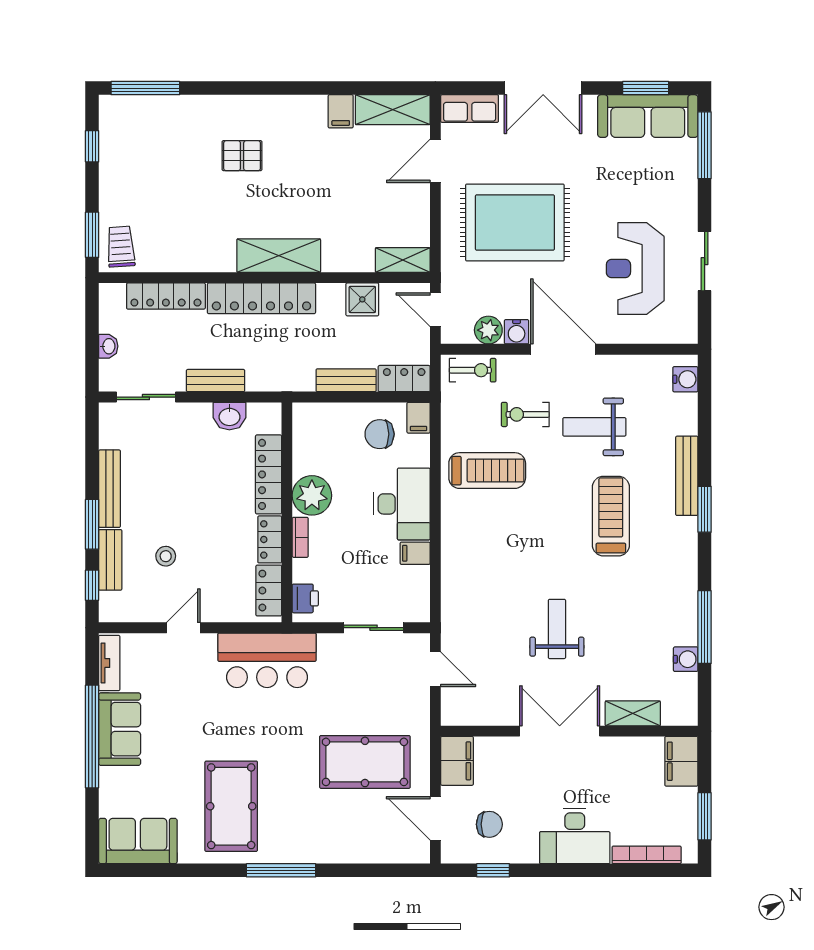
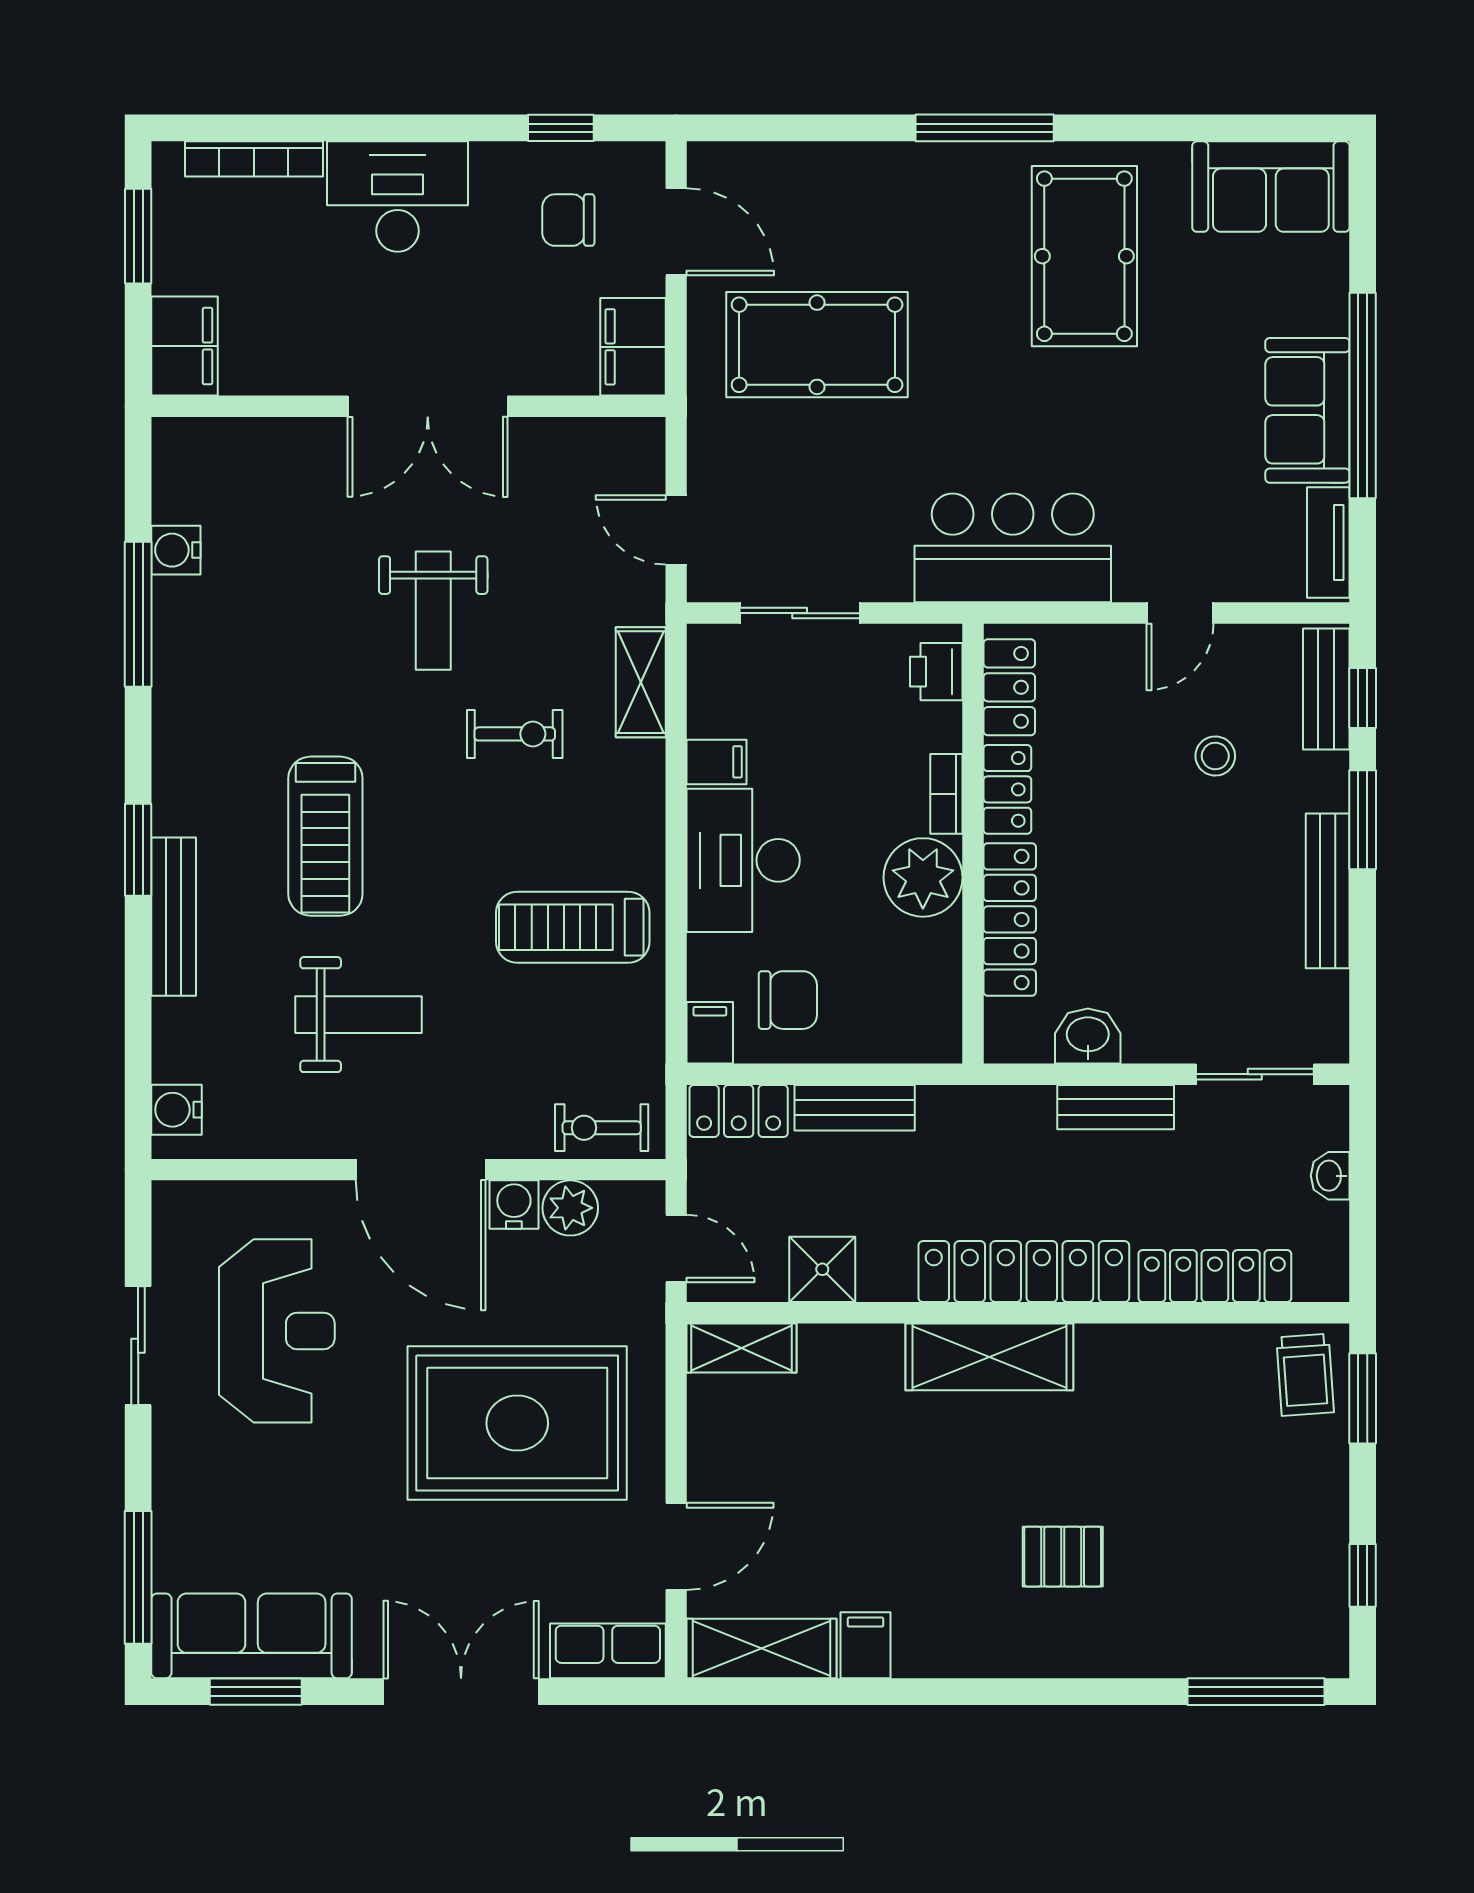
exercise bike: (525, 414) -> (515, 734), moved
bench: (110, 560) -> (1326, 689), moved
shelving: (633, 713) -> (641, 682), moved, turned 90

